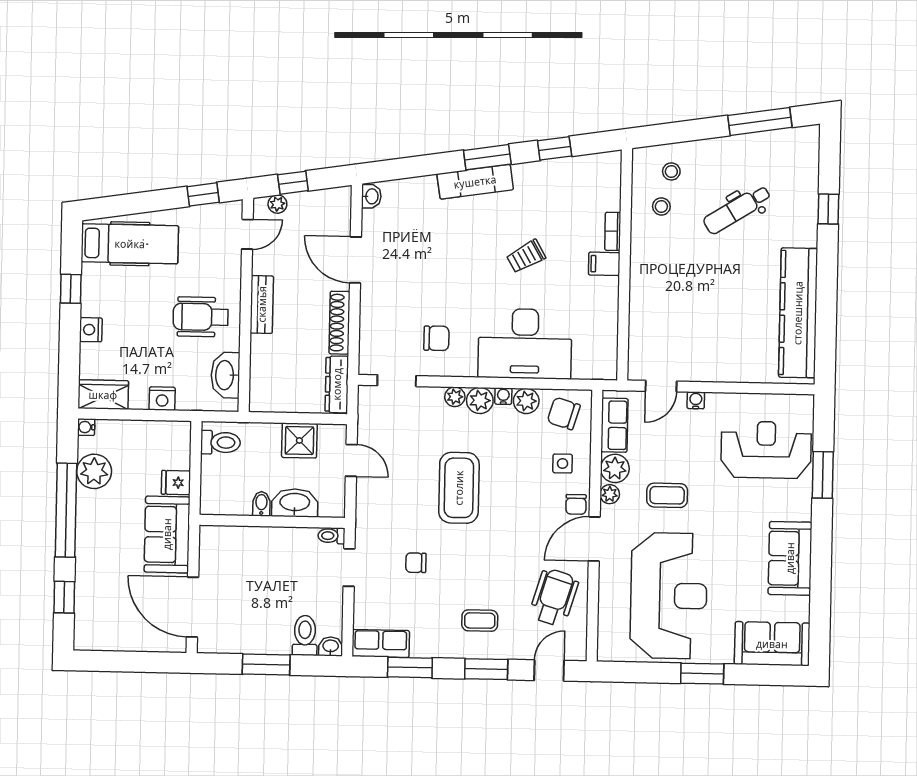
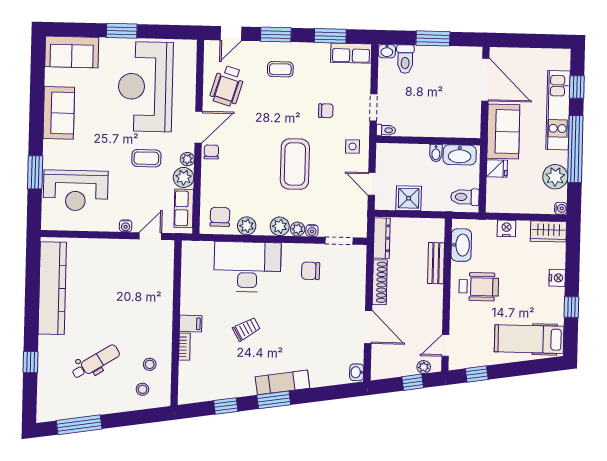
bench: (262, 304) -> (436, 263), moved
water cooler: (503, 396) -> (312, 231), moved
chair: (564, 413) -> (220, 217), turned -107
side table: (563, 463) -> (353, 146), moved
washbasin: (295, 503) -> (460, 155), moved
kitchen unit: (90, 565) -> (558, 110), added

